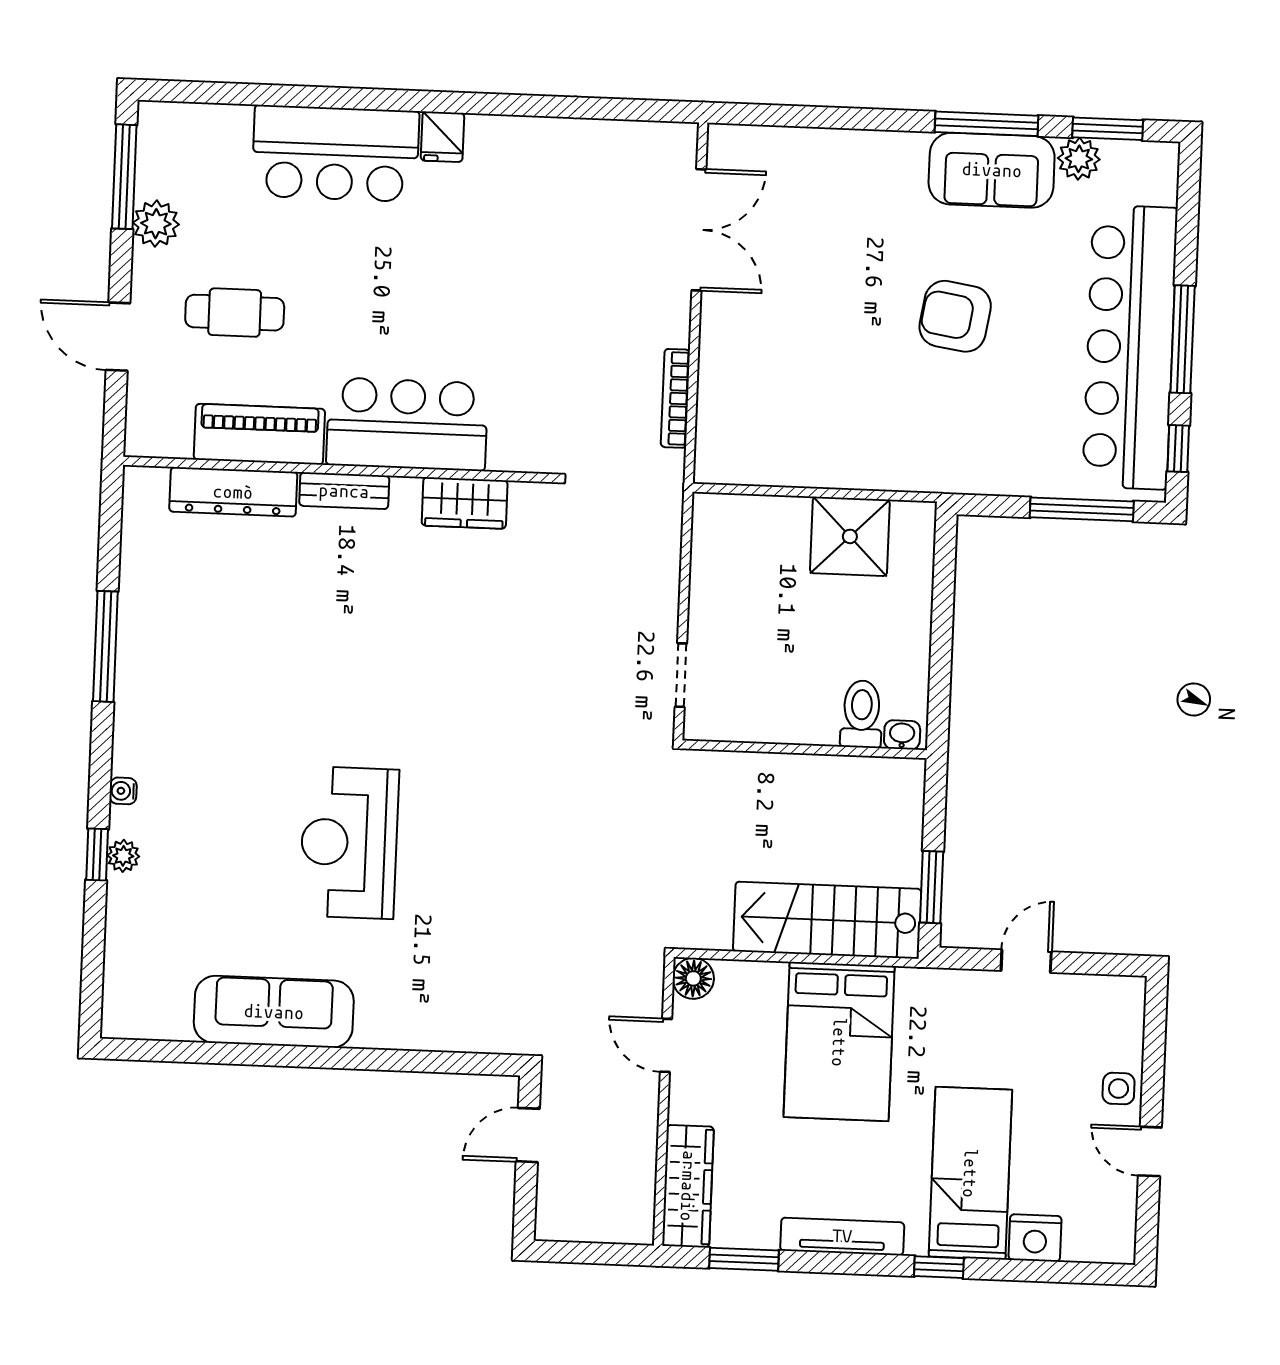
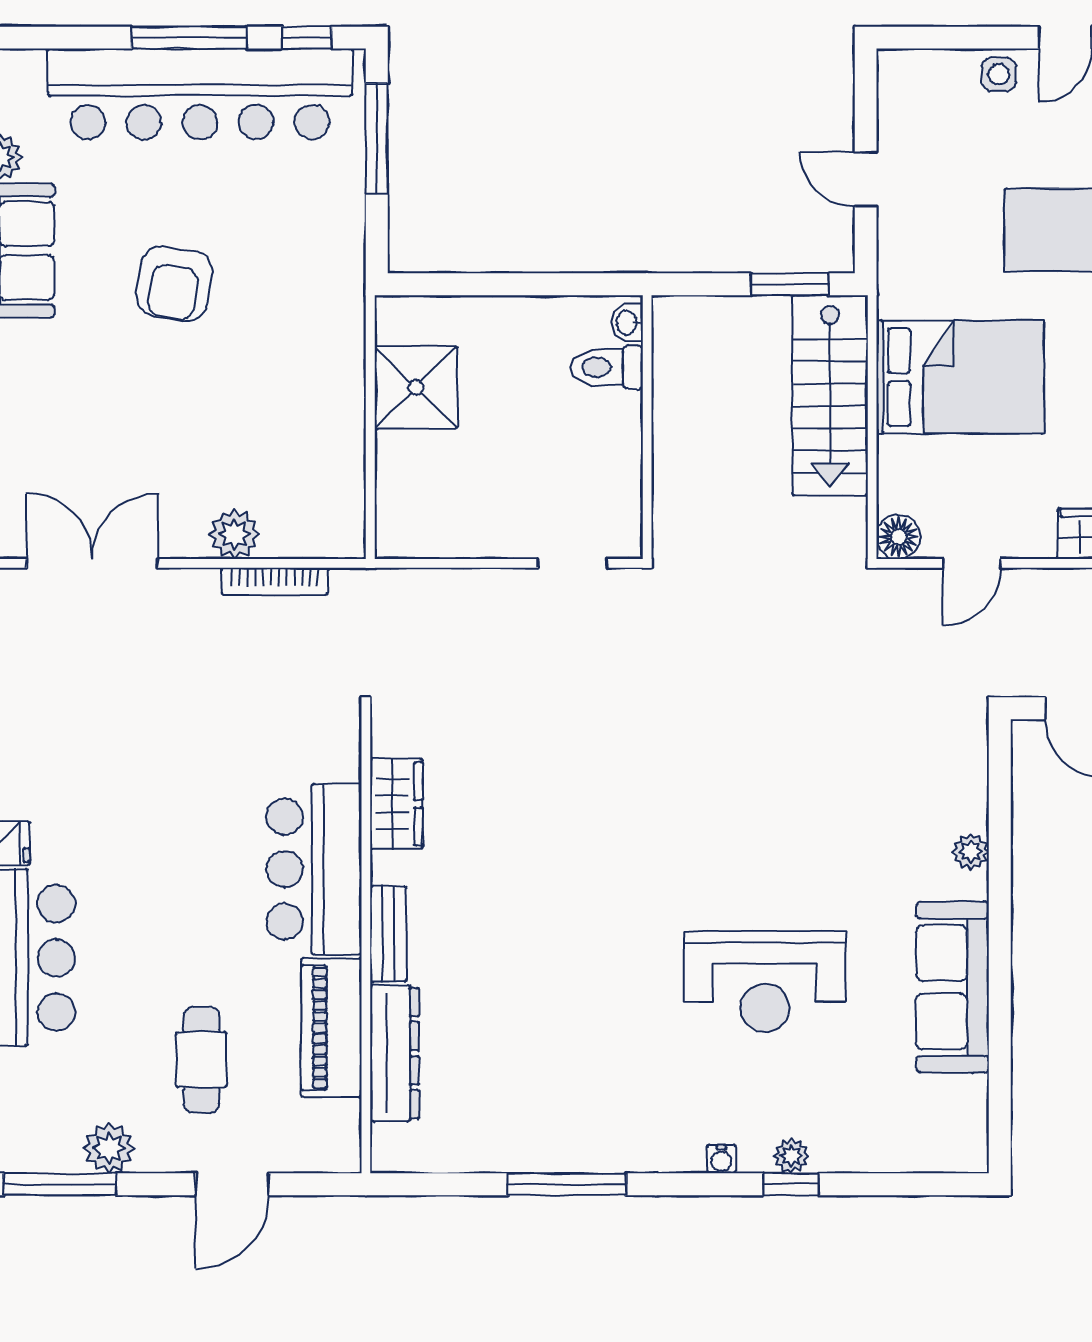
plant: (721, 363) -> (234, 534), added
reception desk: (349, 843) -> (765, 982), moved
plant: (399, 1034) -> (971, 852), added

